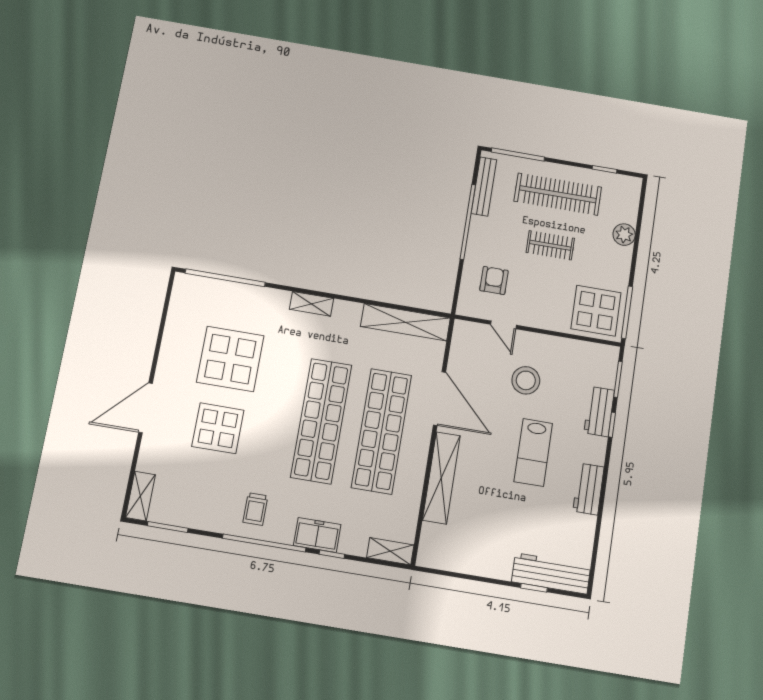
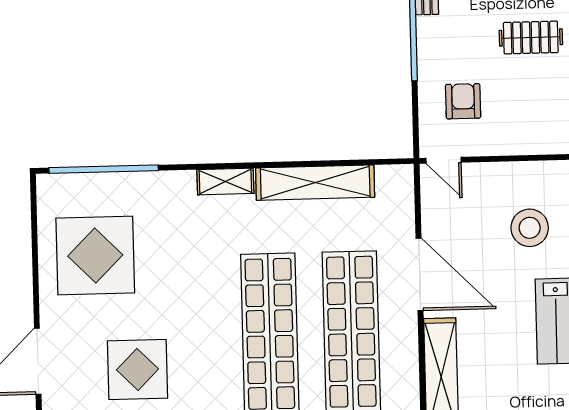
shelving: (405, 322) -> (315, 183), moved
door: (503, 325) -> (444, 160), moved
display table: (230, 359) -> (95, 256), moved

